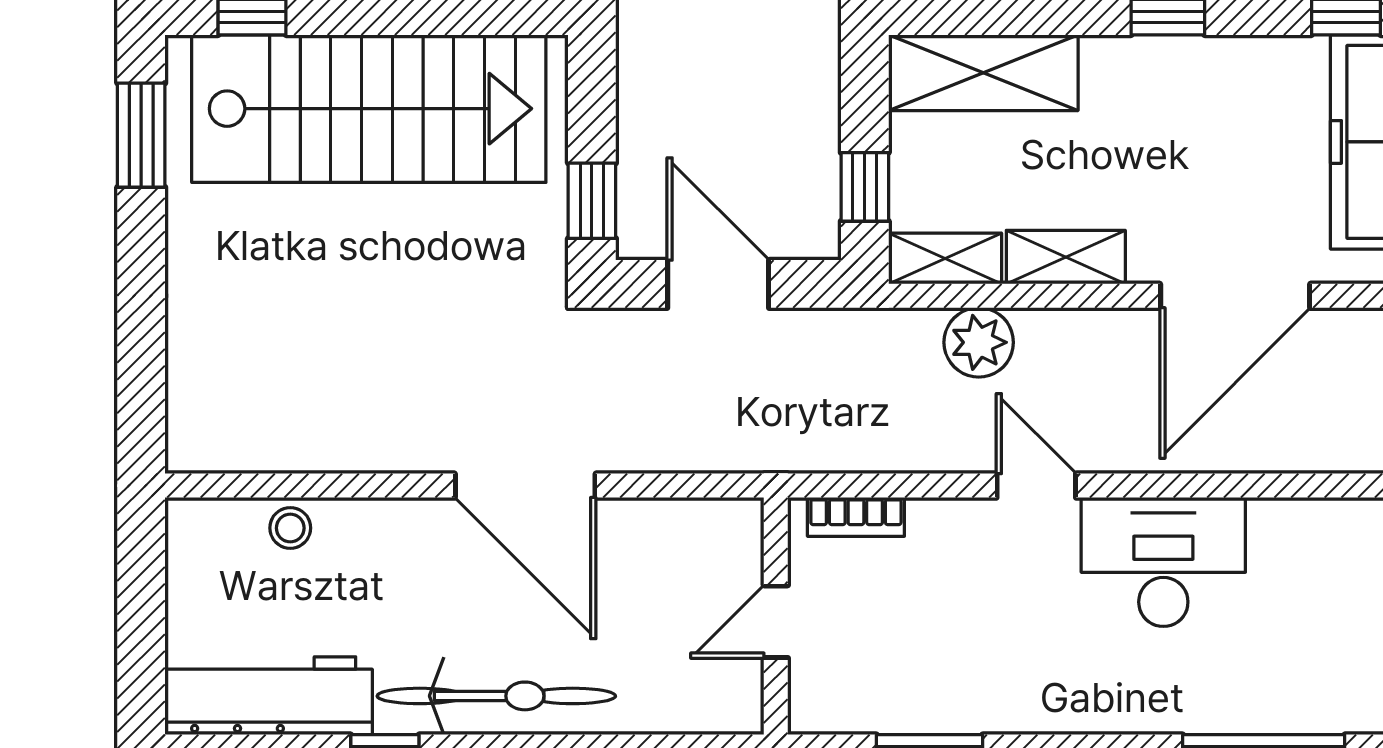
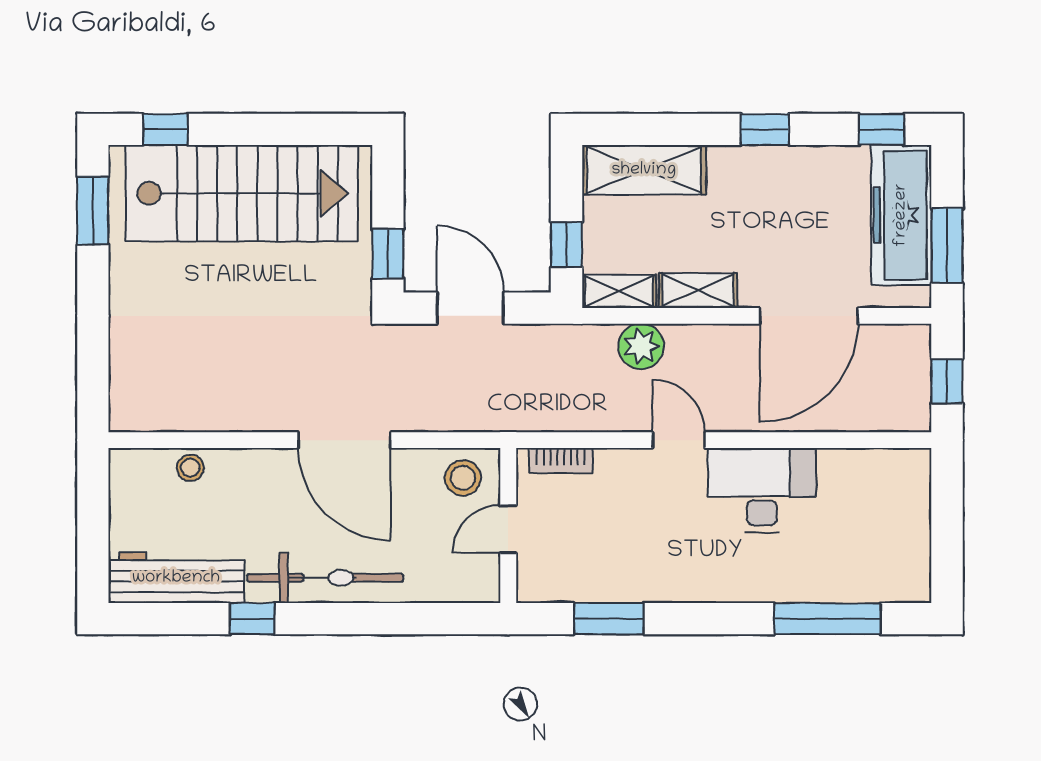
stool: (707, 543) -> (463, 478), added

